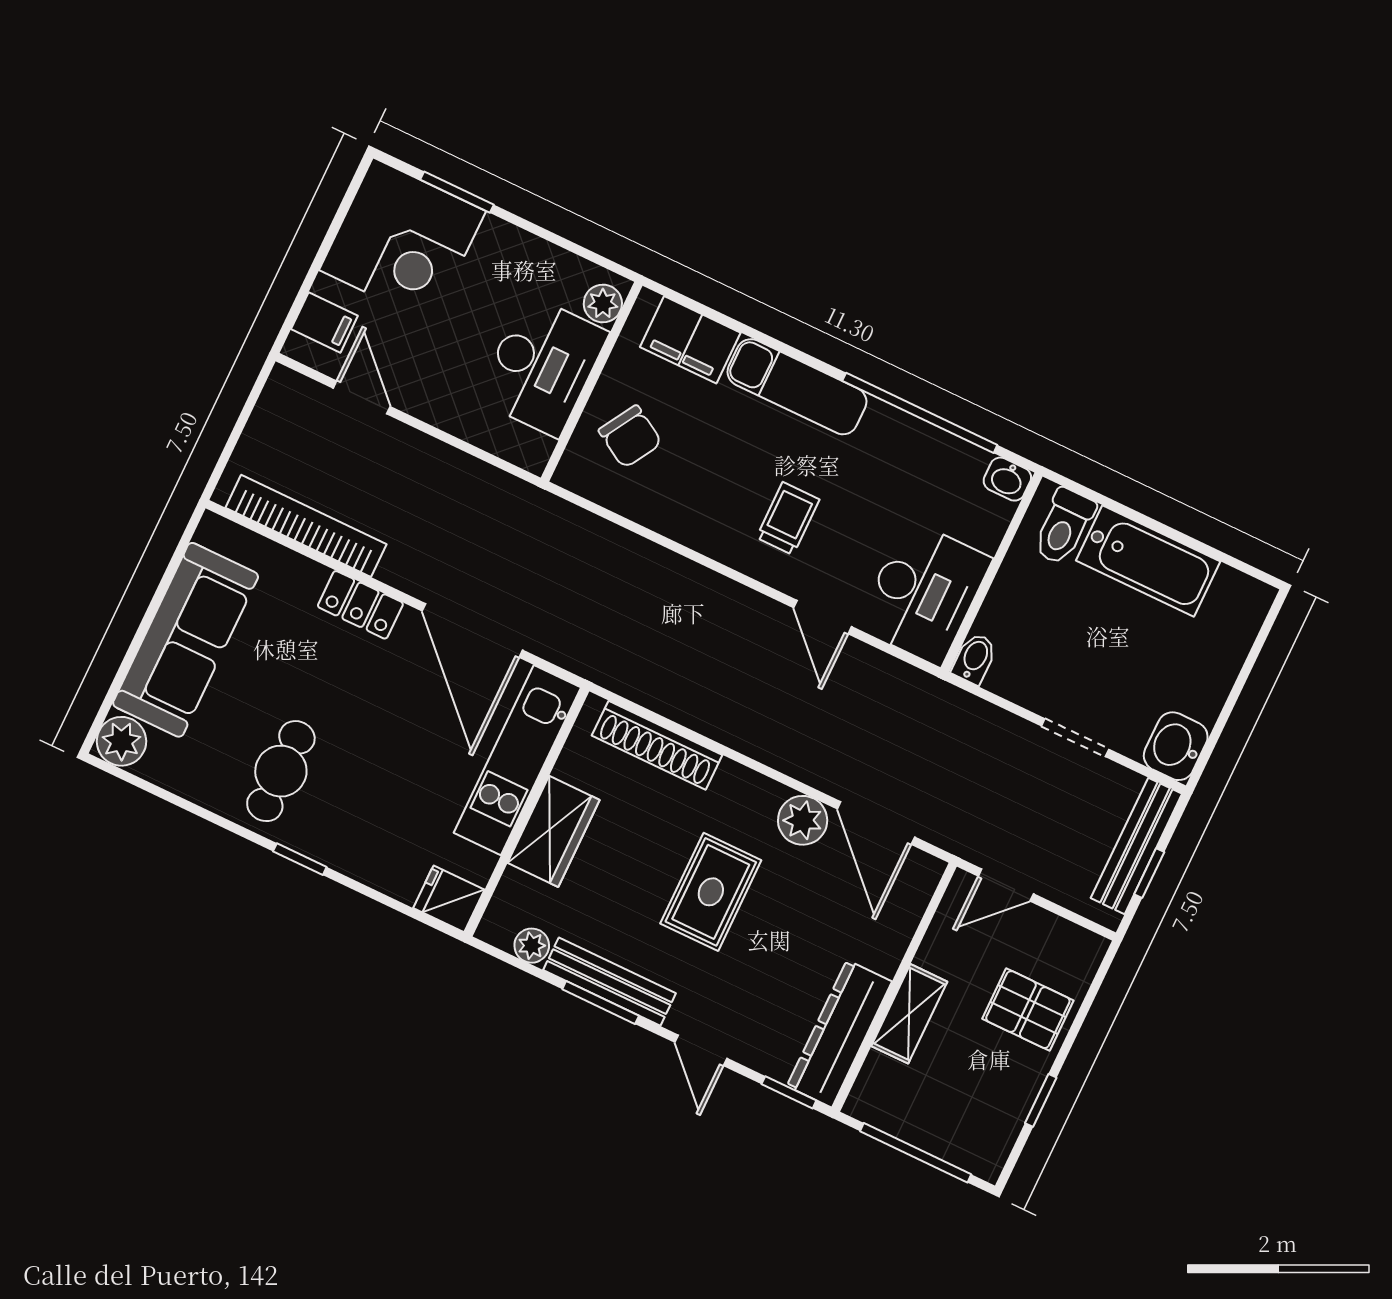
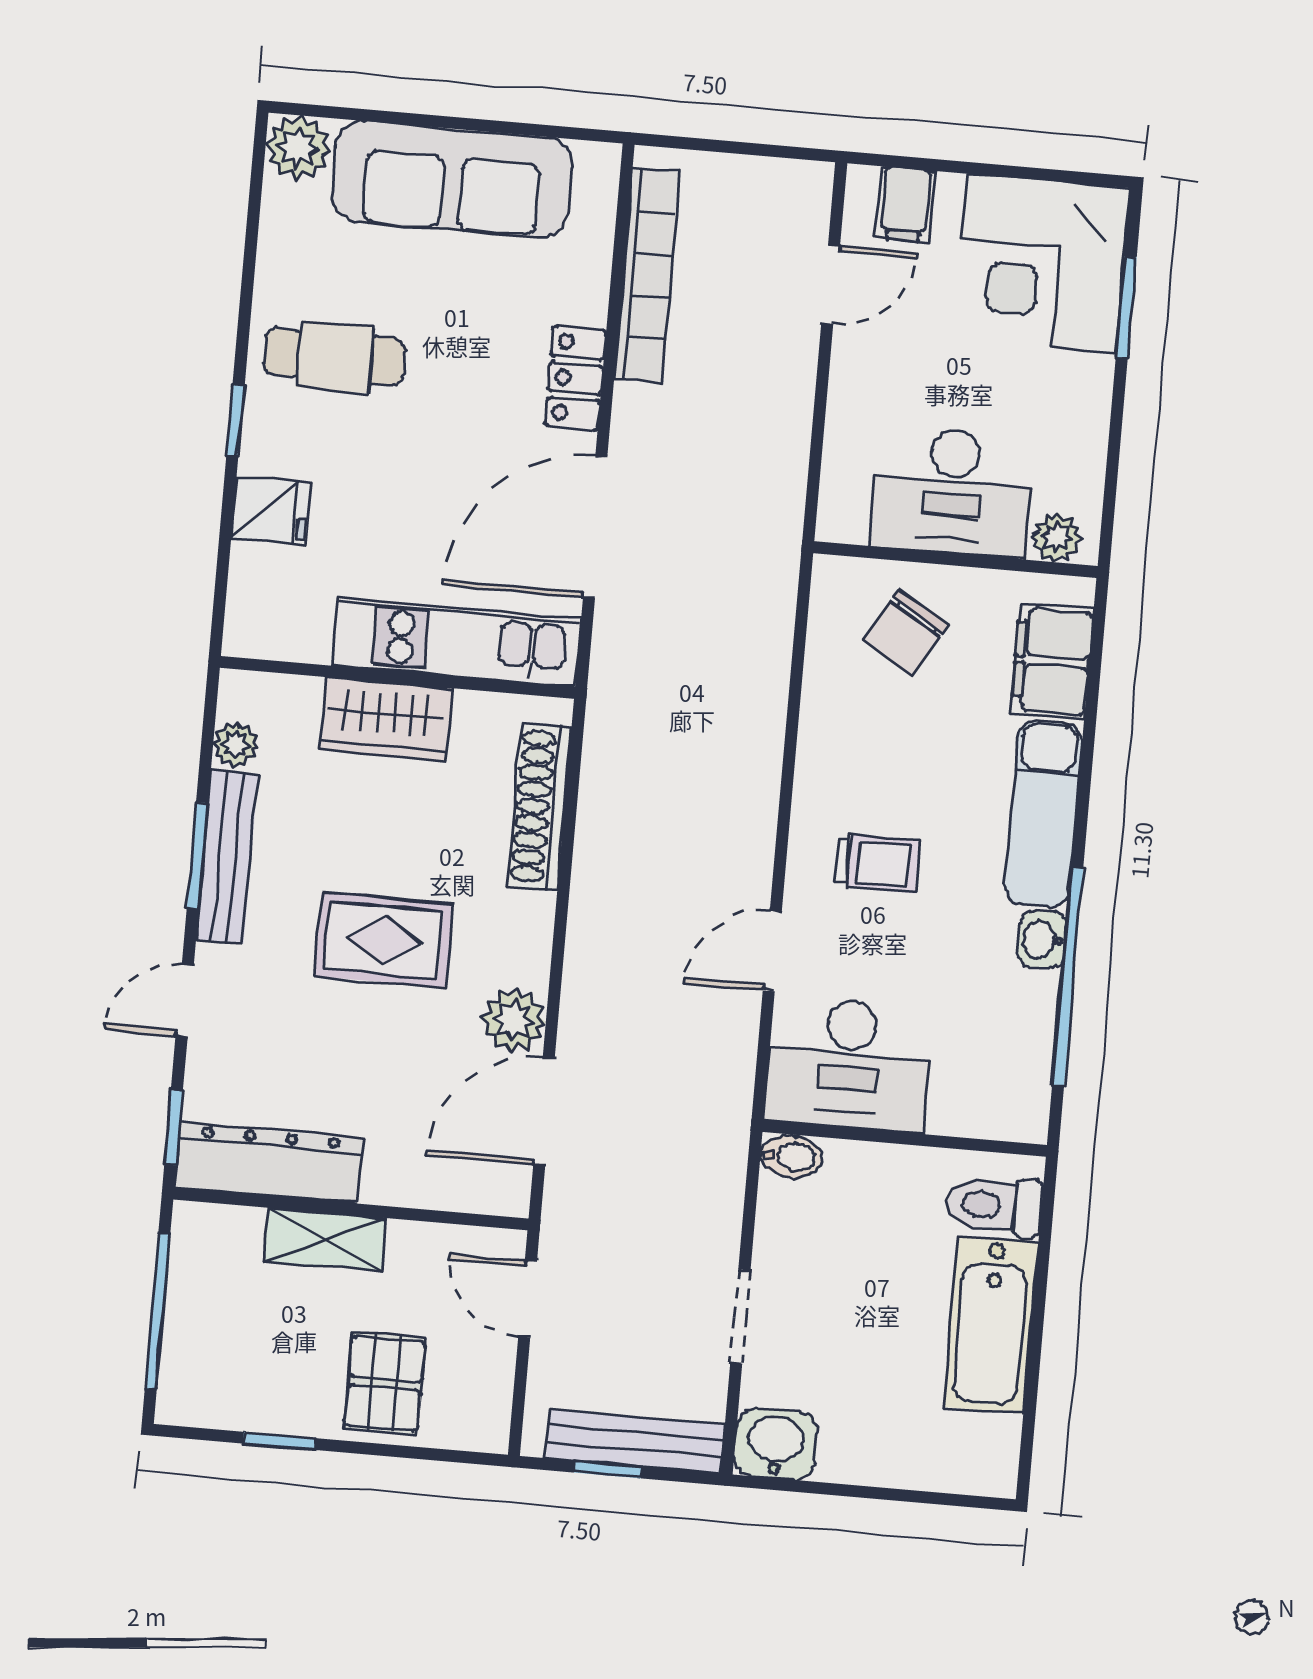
washbasin: (1007, 479) -> (1042, 940), moved
fridge: (449, 899) -> (271, 510), moved, turned 90

